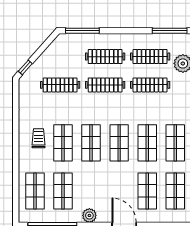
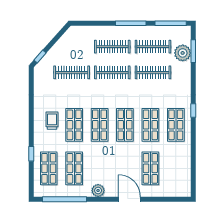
window: (82, 31) -> (131, 23), moved
window: (16, 175) -> (31, 154), added
shop shelf: (175, 191) -> (176, 168), removed

